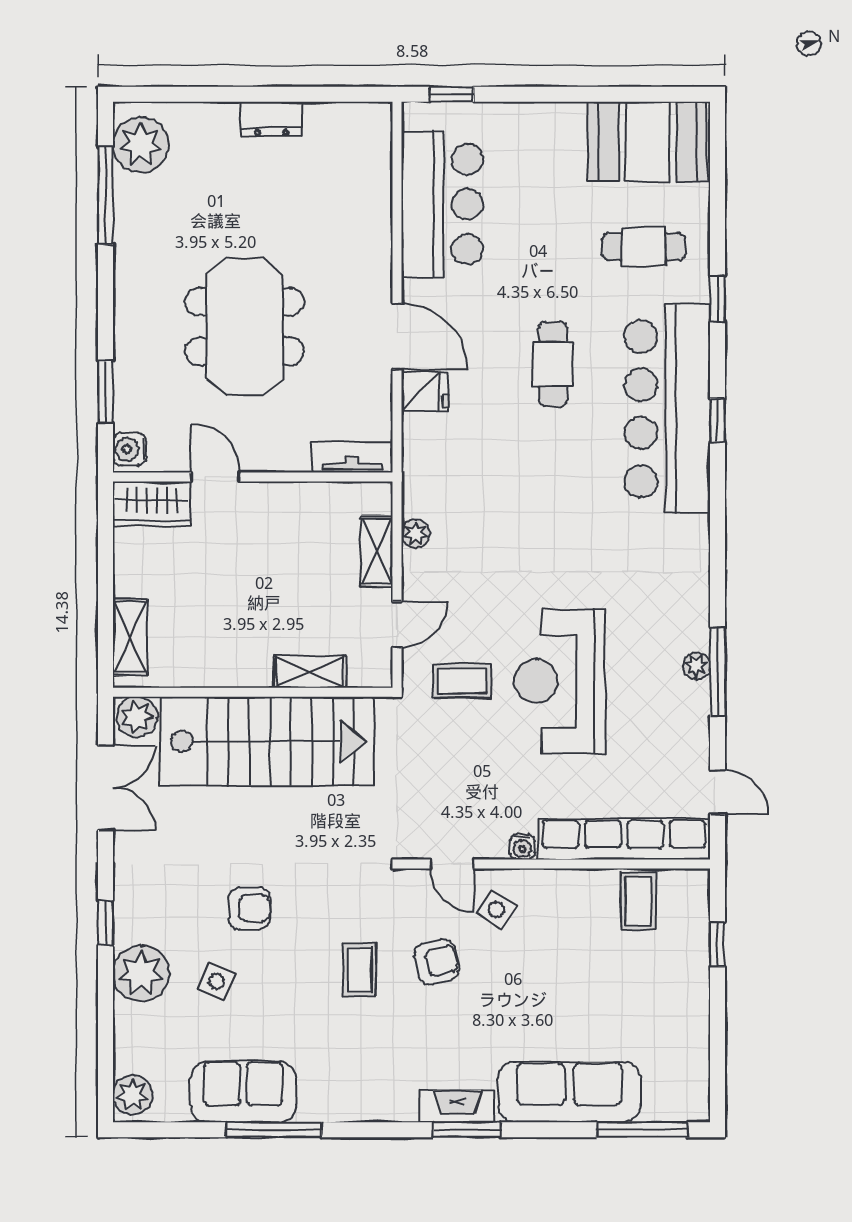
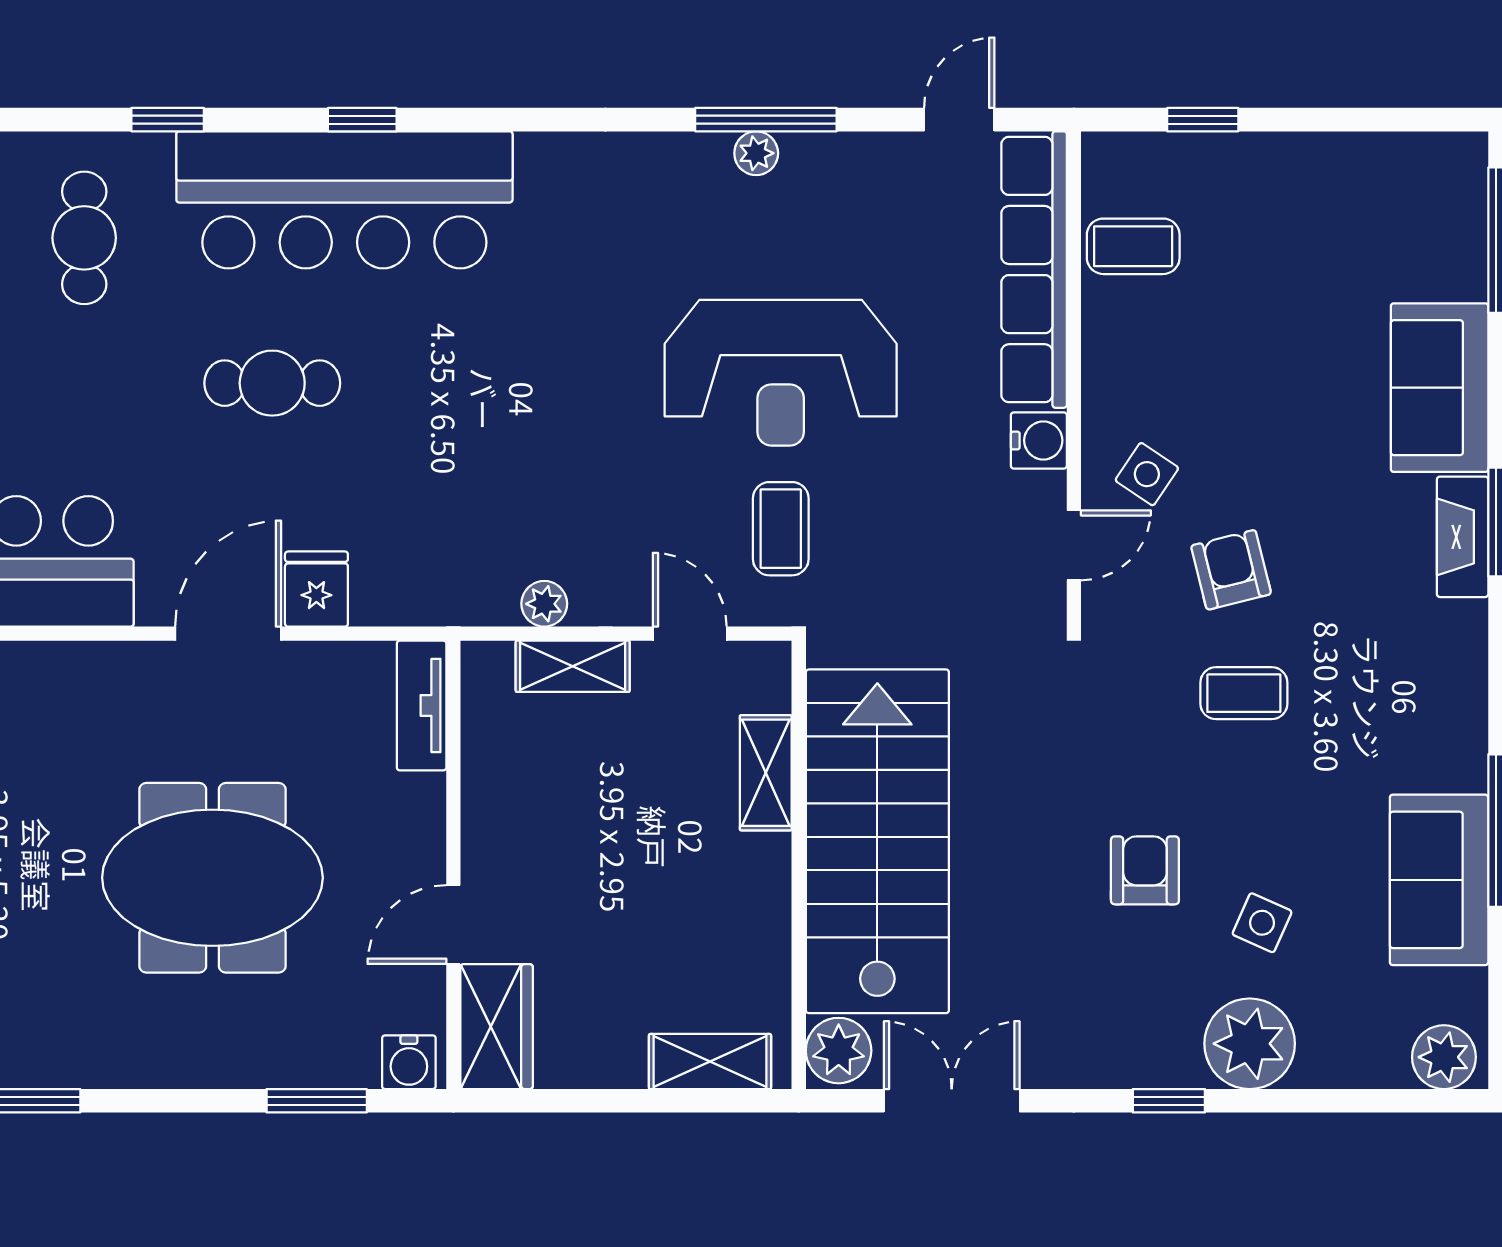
water cooler: (522, 847) -> (1039, 440), width x1.38, depth x1.38
sofa: (569, 1092) -> (1440, 388), width x0.73

